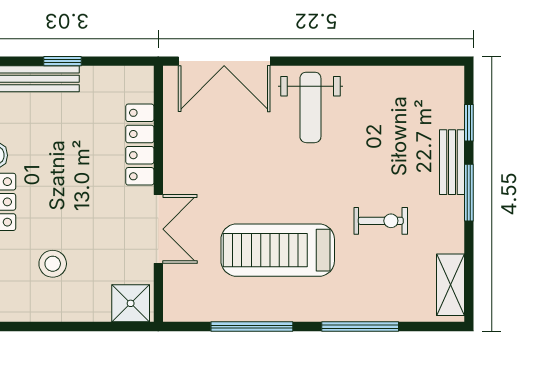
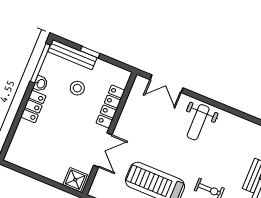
double door: (224, 61) -> (166, 84), width x0.73
stool: (53, 264) -> (77, 88), moved

